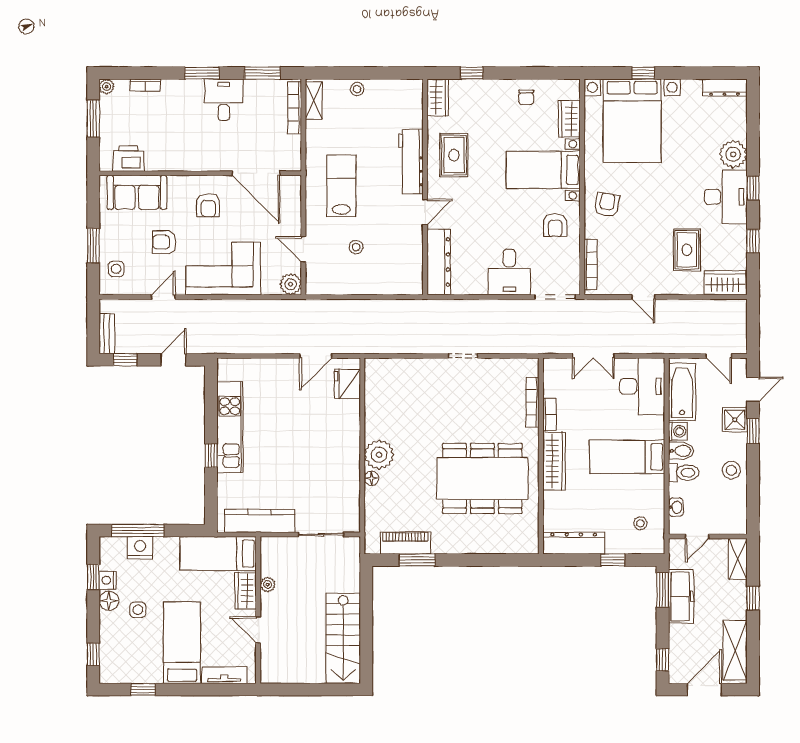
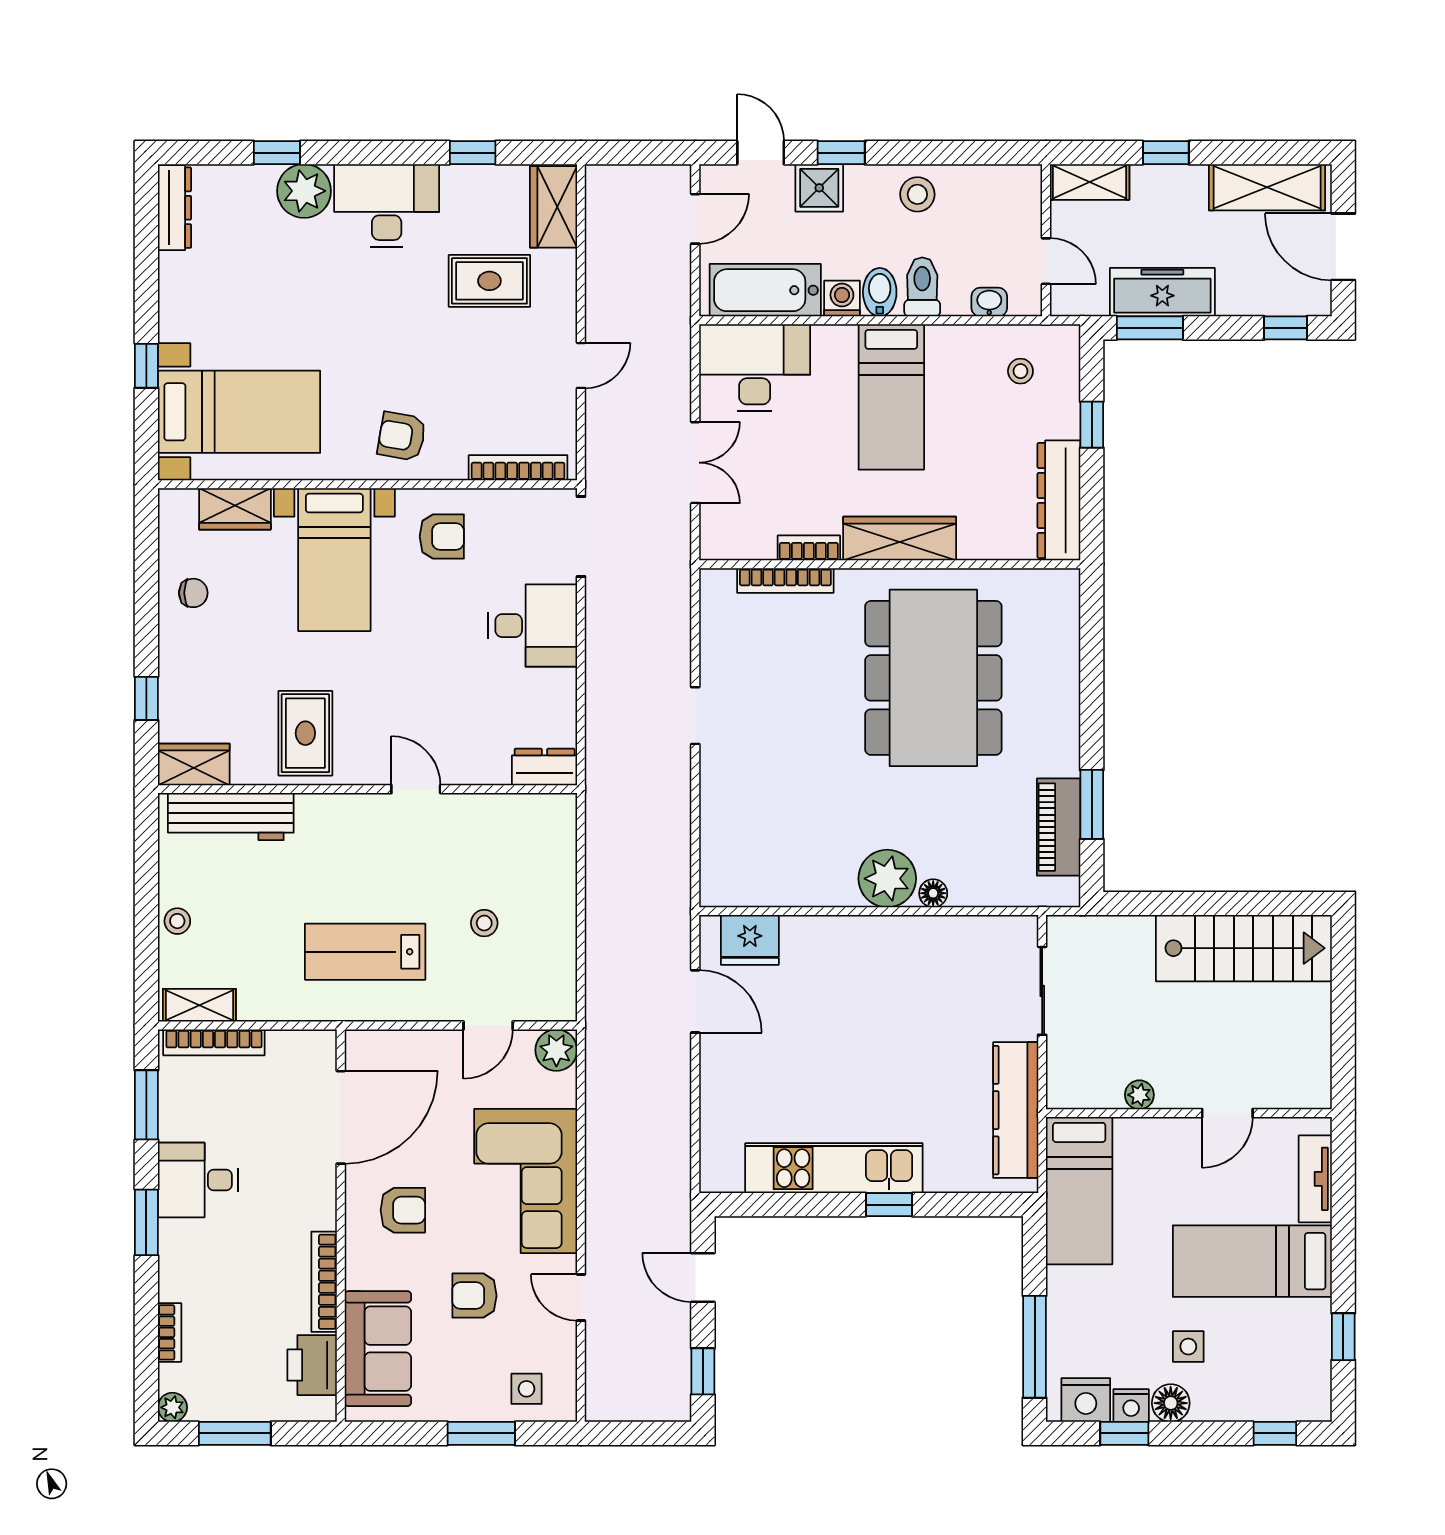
bed with nightstands: (632, 121) -> (239, 412), width x0.73
rug: (454, 155) -> (305, 733), turned 90
workbench: (411, 162) -> (231, 817), moved
bookcase: (171, 165) -> (324, 1282), added
window: (753, 188) -> (277, 153), moved
armchair: (164, 242) -> (474, 1296), turned 90
dresser: (439, 262) -> (545, 767), width x0.51, depth x0.80
bench: (107, 334) -> (652, 1407), removed
nightstand: (140, 548) -> (1086, 1400), moved, turned -90
wardrobe: (246, 591) -> (1151, 1138), removed

